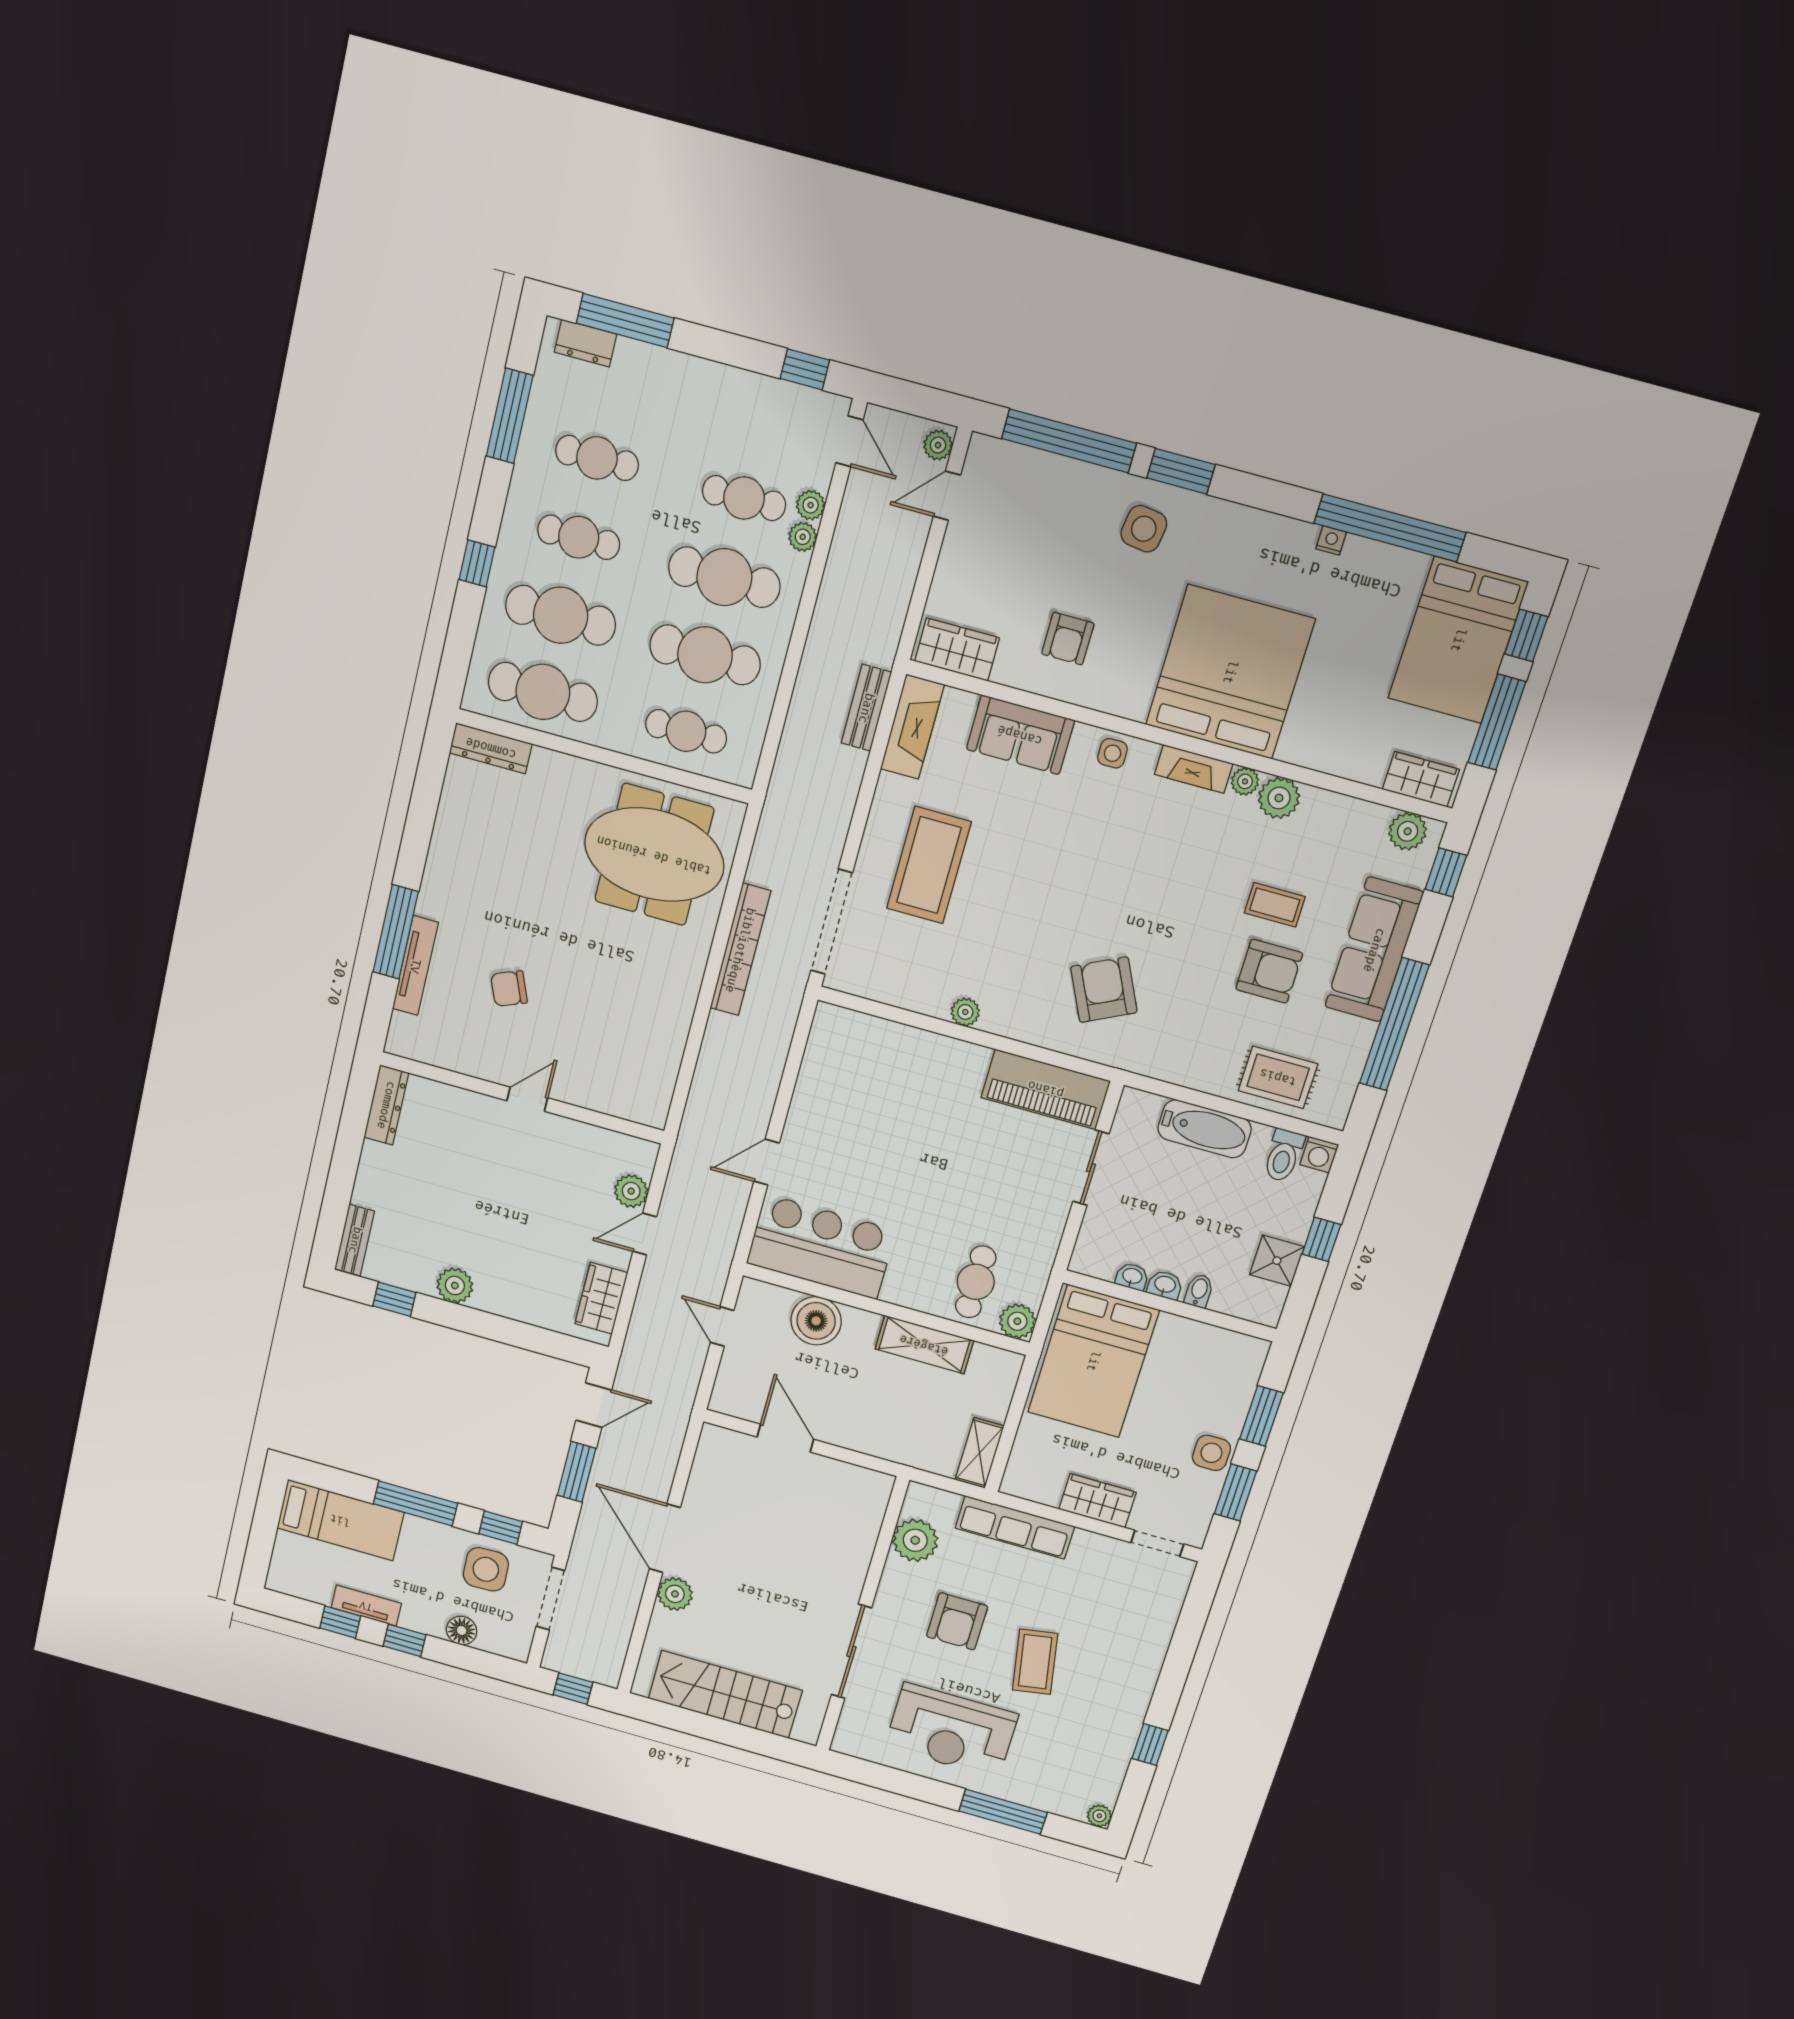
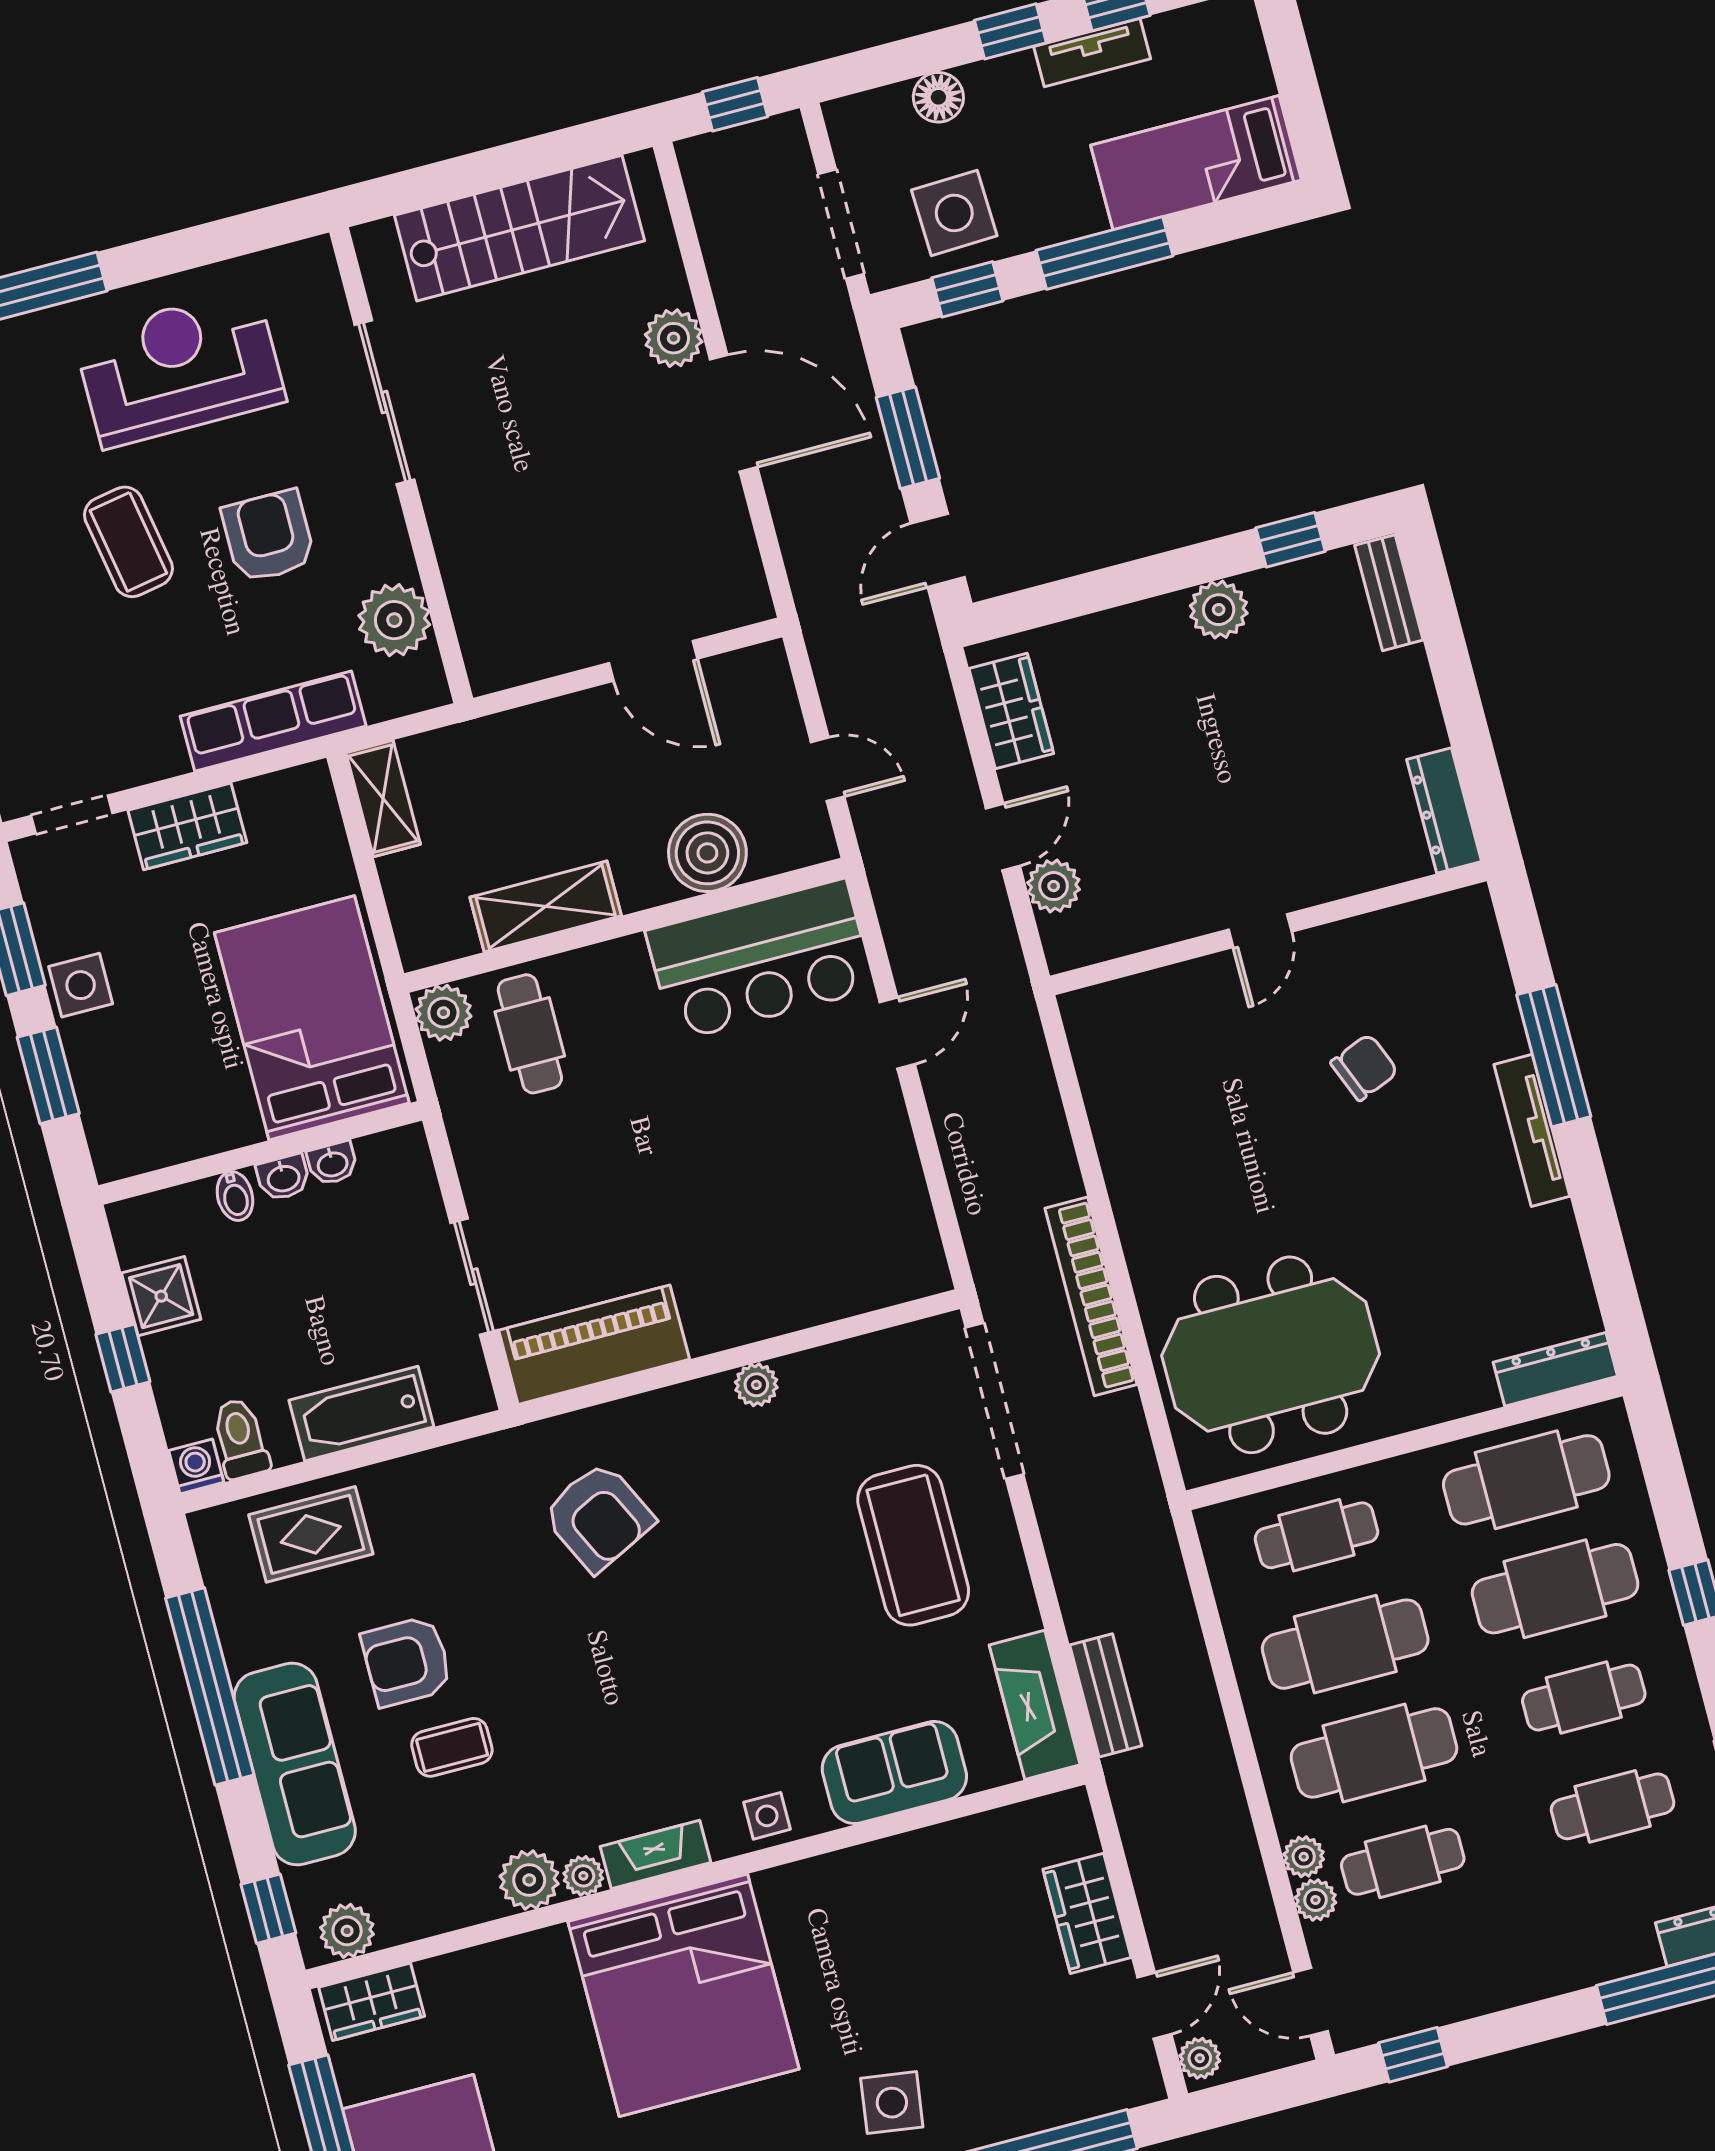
armchair: (1068, 639) -> (906, 1922), removed
wardrobe: (957, 650) -> (1087, 1913), moved, turned 90
tv unit: (415, 966) -> (1532, 1130), moved

